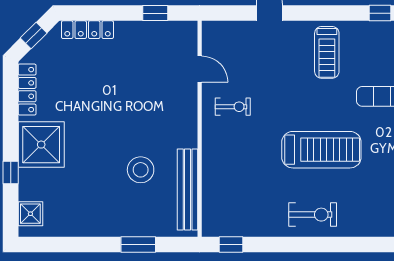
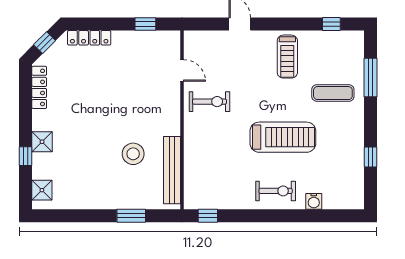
exercise bike: (233, 107) -> (210, 102), width x1.38, depth x1.39
shower: (41, 145) -> (42, 142), width x0.54, depth x0.54
water cooler: (359, 227) -> (314, 201), added

